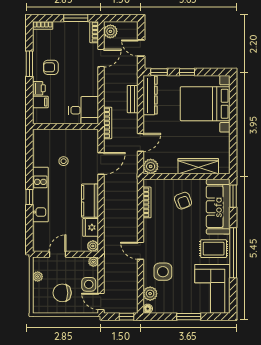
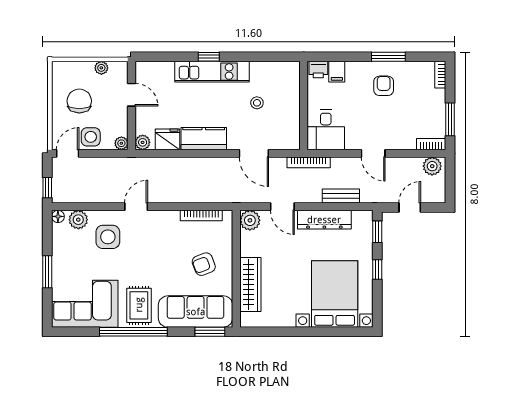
door: (101, 58) -> (373, 153), moved
printer: (39, 88) -> (318, 70), moved
dresser: (150, 95) -> (324, 220), moved

